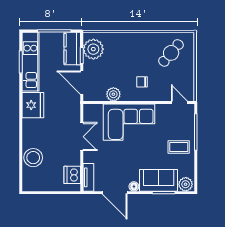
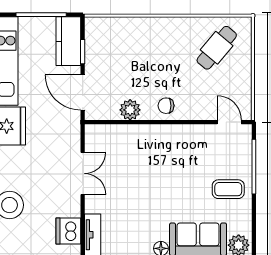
plant: (93, 49) -> (100, 42), removed
chair: (142, 82) -> (166, 106), moved
corner sofa: (129, 122) -> (153, 152), removed

